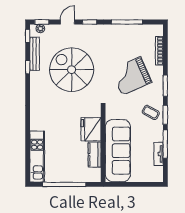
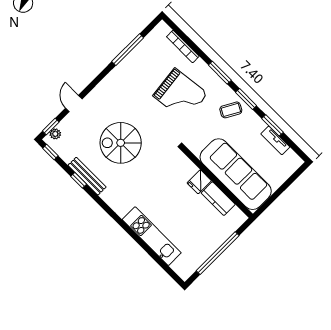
window: (90, 22) -> (94, 83), removed
bench: (35, 54) -> (87, 176), moved
spiral stairs: (72, 70) -> (121, 143), width x0.73, depth x0.73
grand piano: (131, 76) -> (180, 95), turned -73
fridge: (91, 129) -> (199, 182), width x0.53, depth x0.75
window: (165, 144) -> (273, 125), width x0.69
kitchen unit: (37, 157) -> (152, 236), moved

